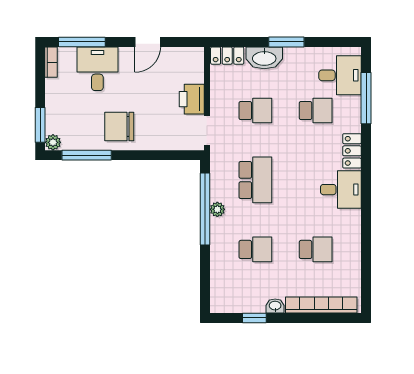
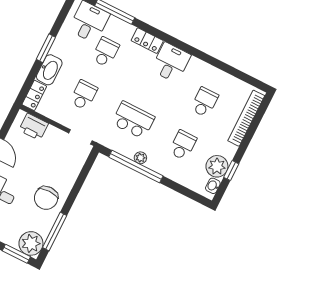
printer: (192, 99) -> (34, 127), moved
plant: (53, 142) -> (31, 243), width x1.87, depth x1.87
plant: (251, 300) -> (217, 166), added
washbasin: (275, 306) -> (213, 186), moved

